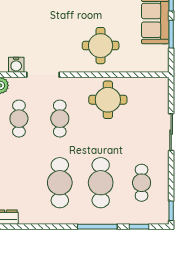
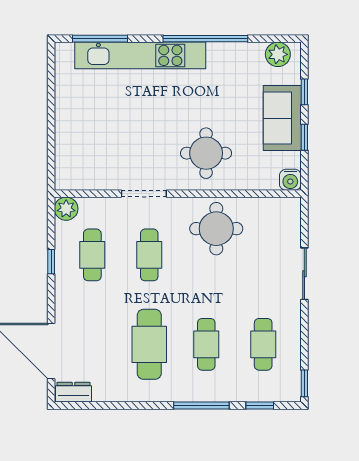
window: (171, 34) -> (304, 137), width x0.67
water cooler: (16, 65) -> (290, 180), moved
doorway: (43, 75) -> (144, 194), moved
cafe table: (101, 183) -> (206, 344), width x0.73, depth x0.74

